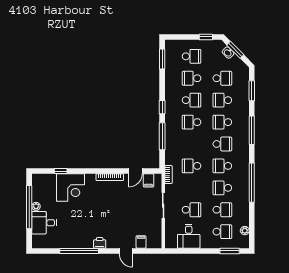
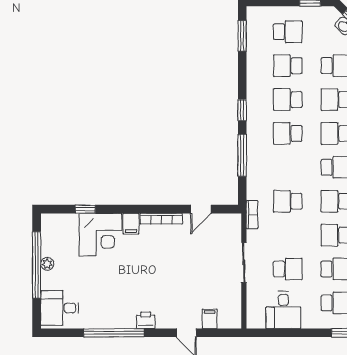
school desk: (192, 100) -> (288, 100), turned 180
filing cabinet: (149, 180) -> (131, 224), moved
desk: (44, 223) -> (60, 308), moved

